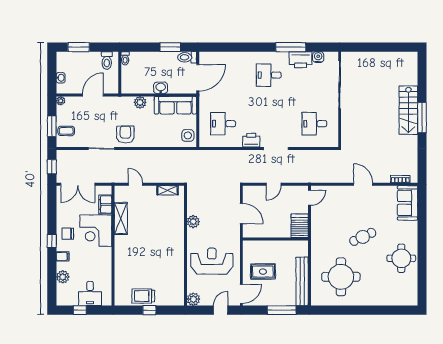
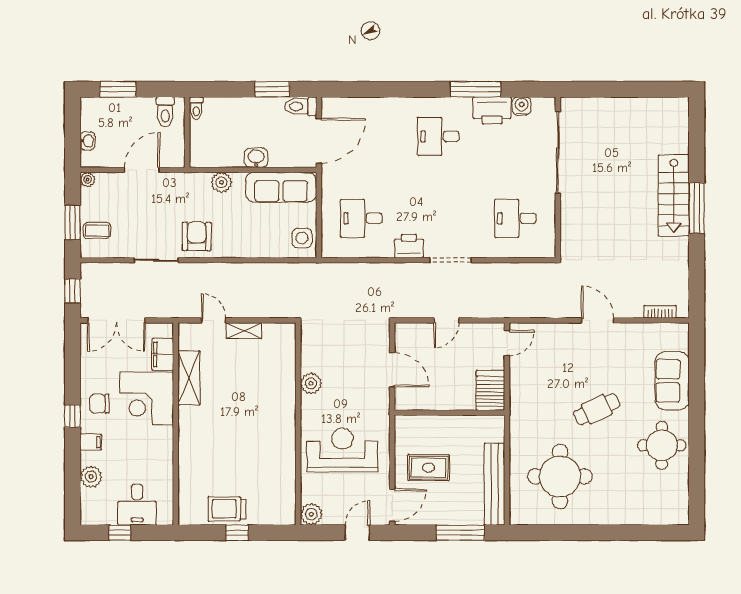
shelving: (168, 190) -> (244, 331), moved
sofa: (408, 203) -> (672, 381), moved

